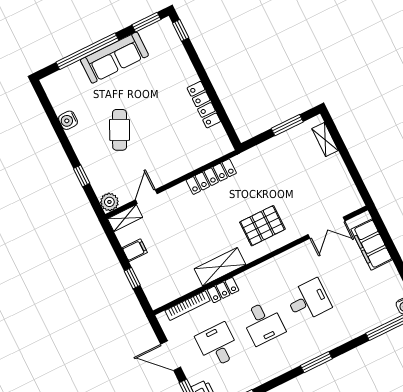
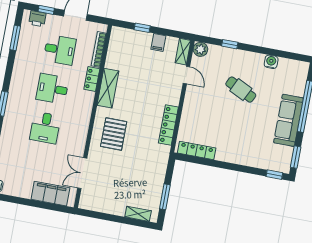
locker: (204, 105) -> (197, 150), moved

